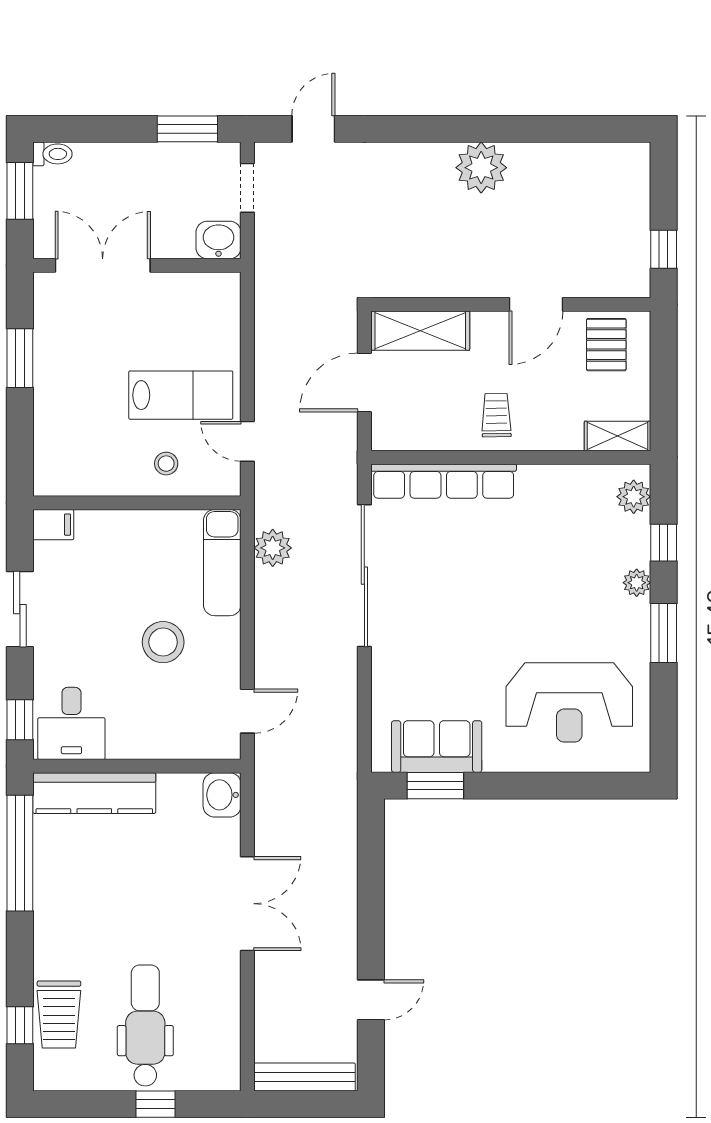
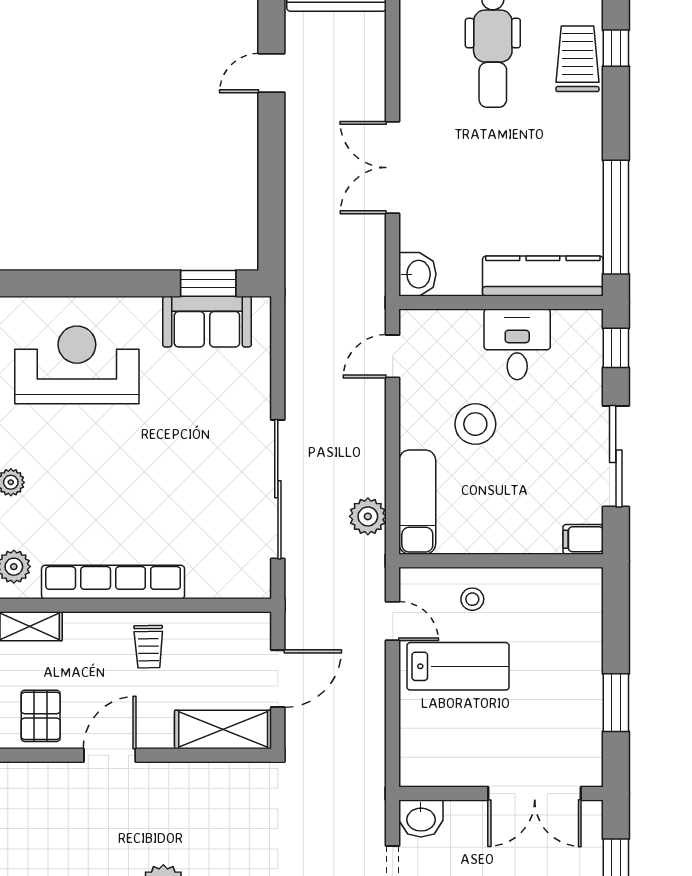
lab bench: (181, 395) -> (458, 666), turned 180
row of seats: (444, 481) -> (113, 582), moved
sliding door: (20, 609) -> (616, 456), width x1.37
desk: (71, 723) -> (517, 344), moved

